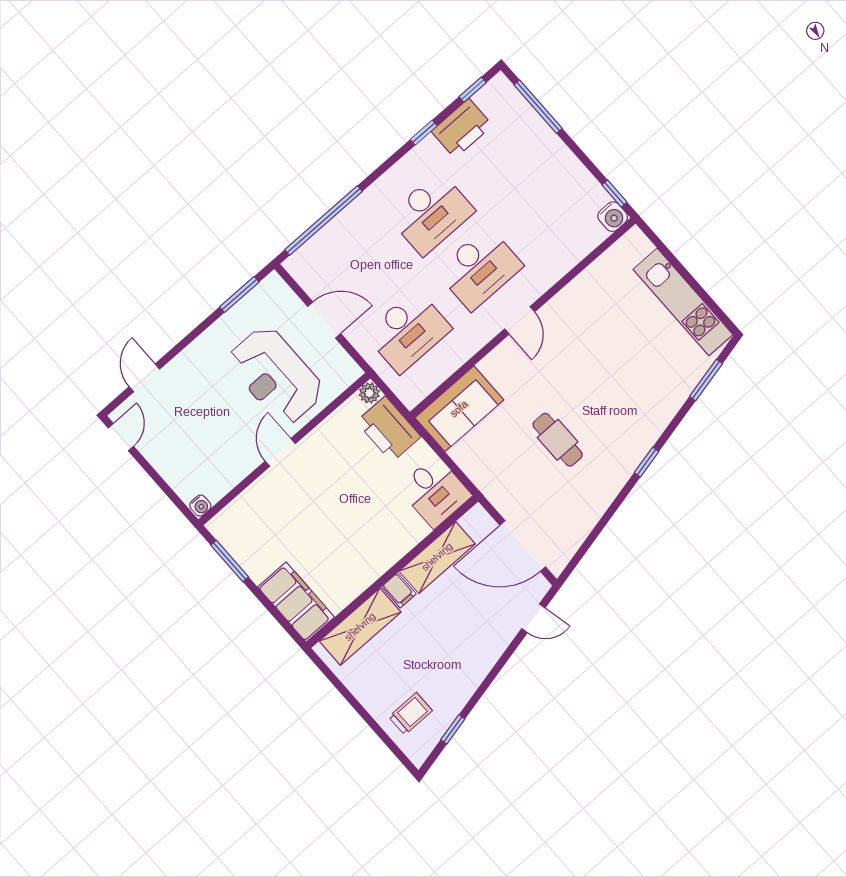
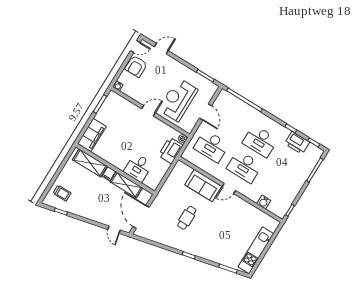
water cooler: (613, 217) -> (264, 202), moved
sofa: (459, 409) -> (203, 186), moved
armchair: (168, 449) -> (136, 66), added
desk: (435, 492) -> (138, 168), moved

